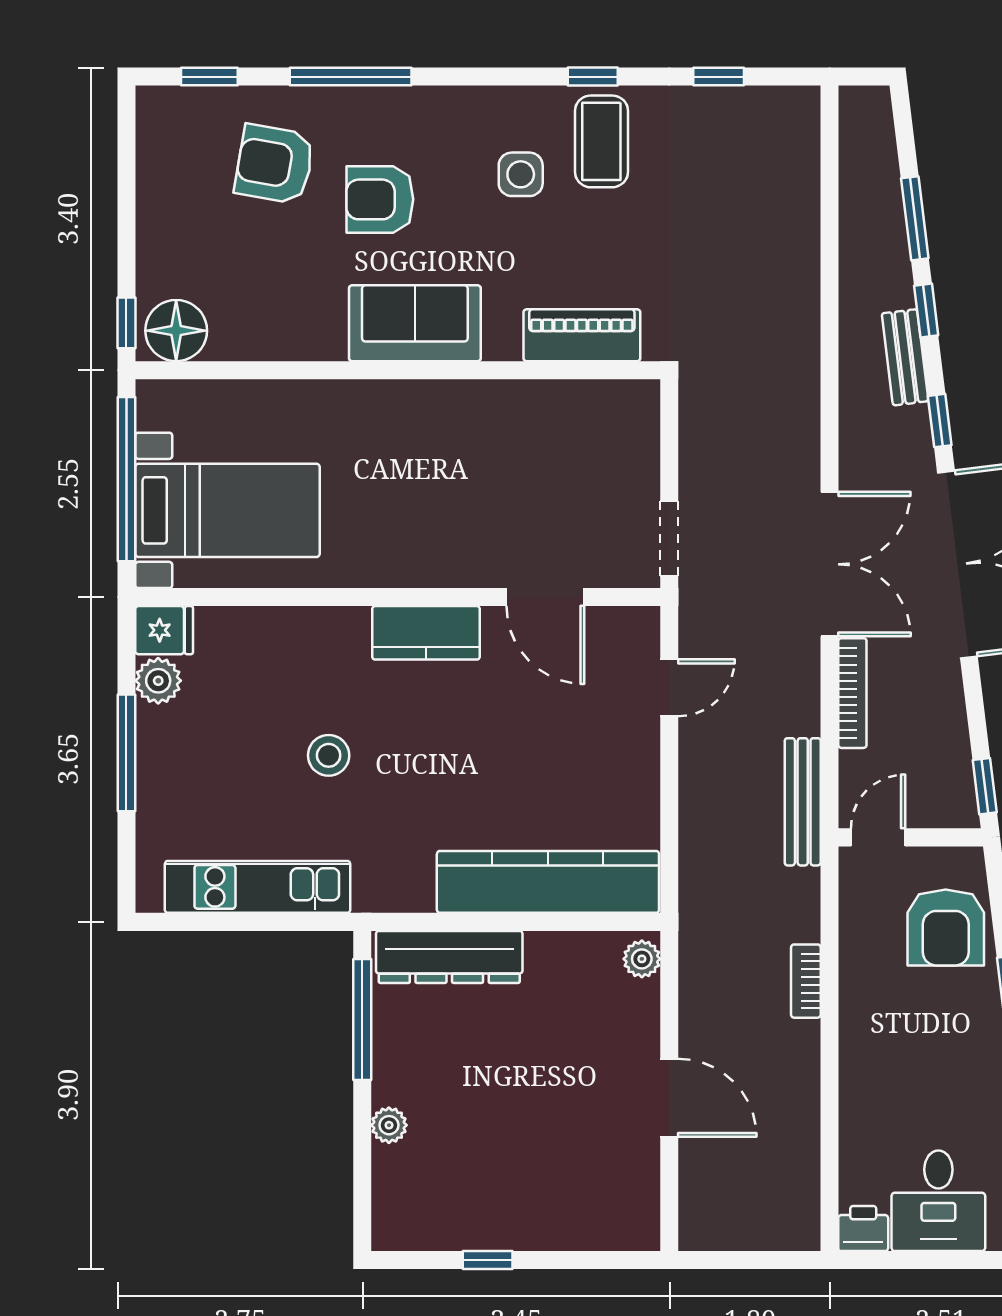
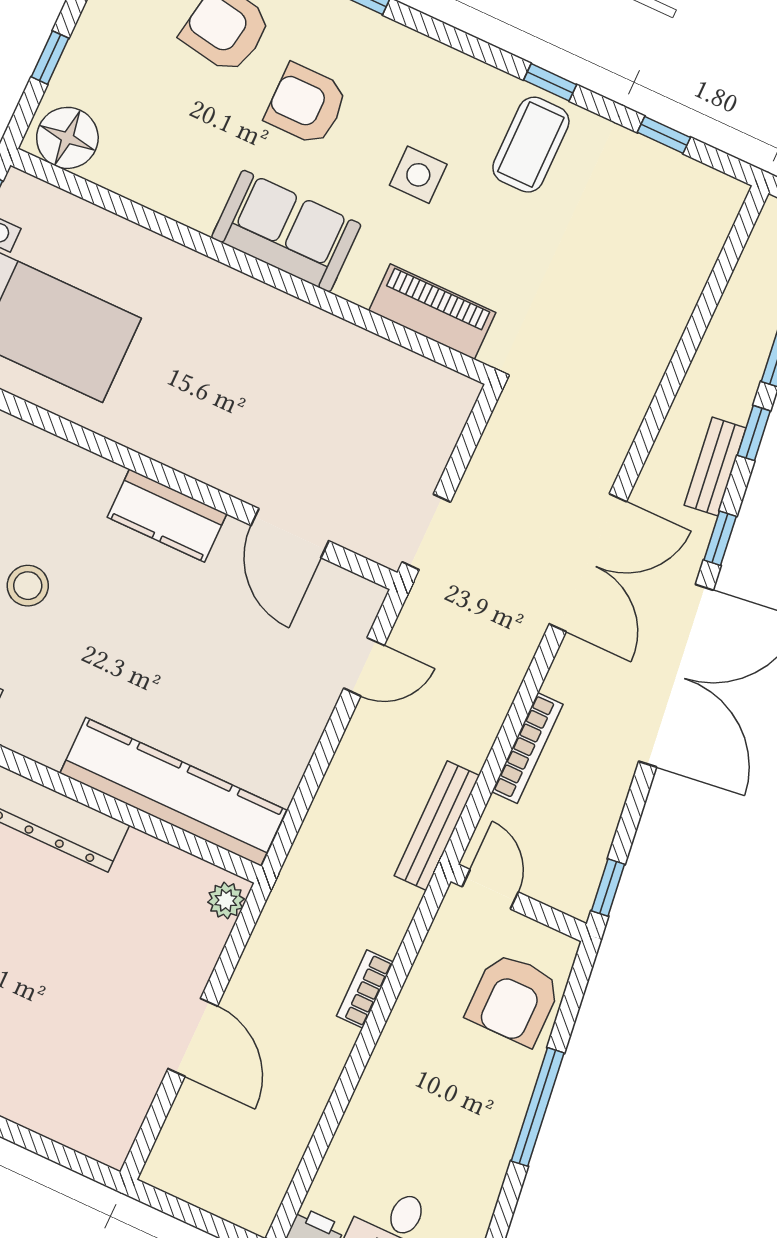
side table: (521, 174) -> (418, 175), moved
window: (126, 323) -> (50, 58), moved
double door: (829, 564) -> (588, 563), moved
door: (878, 837) -> (490, 889), hinge flipped

